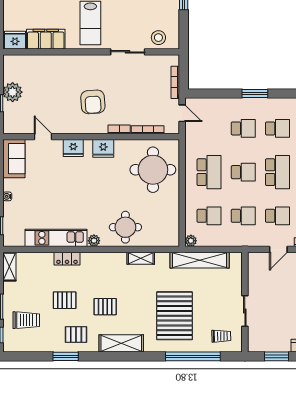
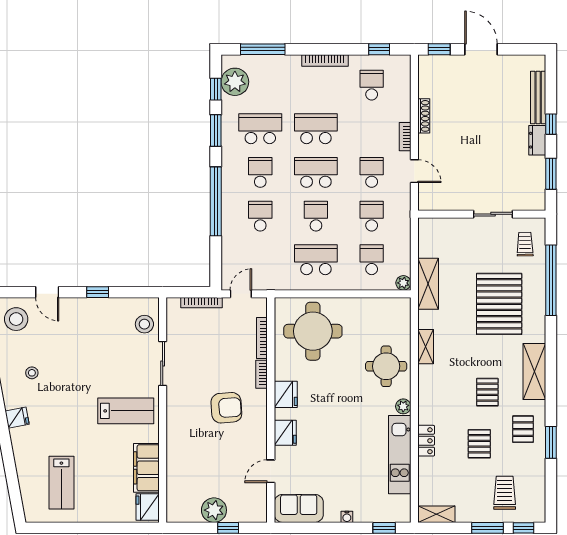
window: (255, 94) -> (216, 201), width x2.11
shelving: (200, 260) -> (428, 284), width x0.68
pallet: (174, 316) -> (499, 304), turned 90

